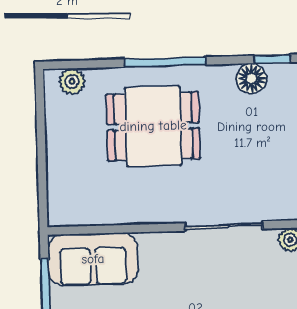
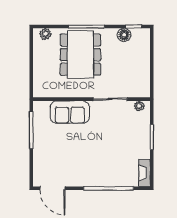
dining table: (153, 126) -> (80, 55), width x1.38
sofa: (93, 259) -> (70, 112), moved

